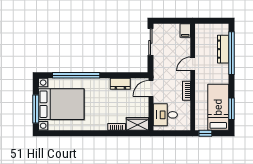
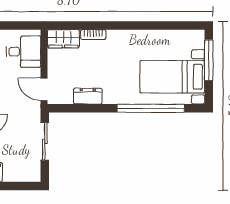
sliding door: (150, 42) -> (45, 141), moved
door: (151, 88) -> (44, 89), swing flipped
bed with nightstands: (61, 104) -> (172, 77), width x0.73

